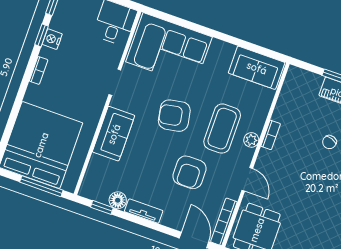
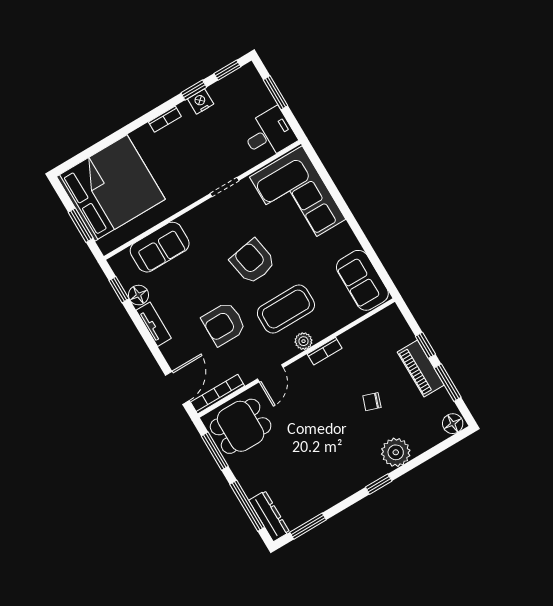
sofa: (114, 134) -> (160, 247), moved
window: (41, 186) -> (81, 225), width x0.69

